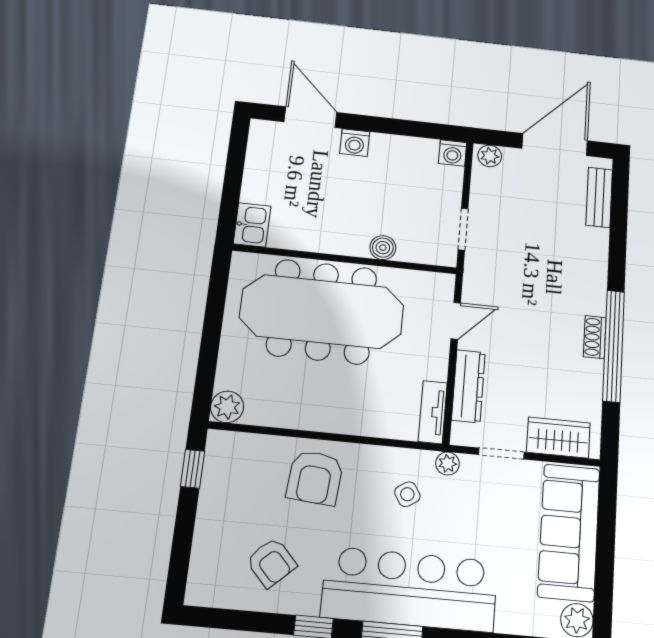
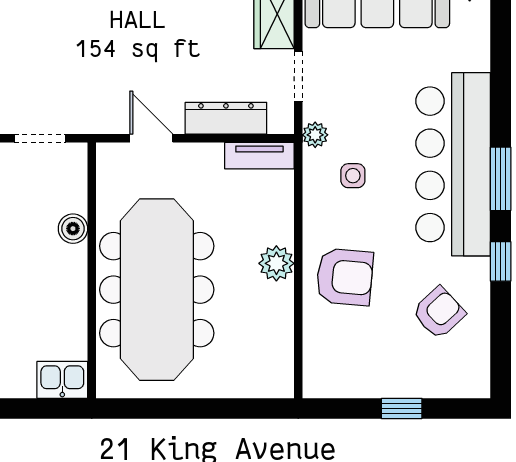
plant: (227, 407) -> (276, 263), moved
window: (192, 469) -> (402, 408), moved
side table: (407, 494) -> (353, 176), turned 33

